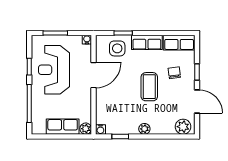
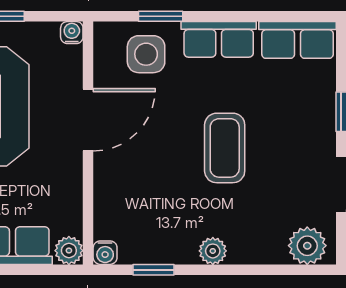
chair: (174, 73) -> (286, 114), removed

